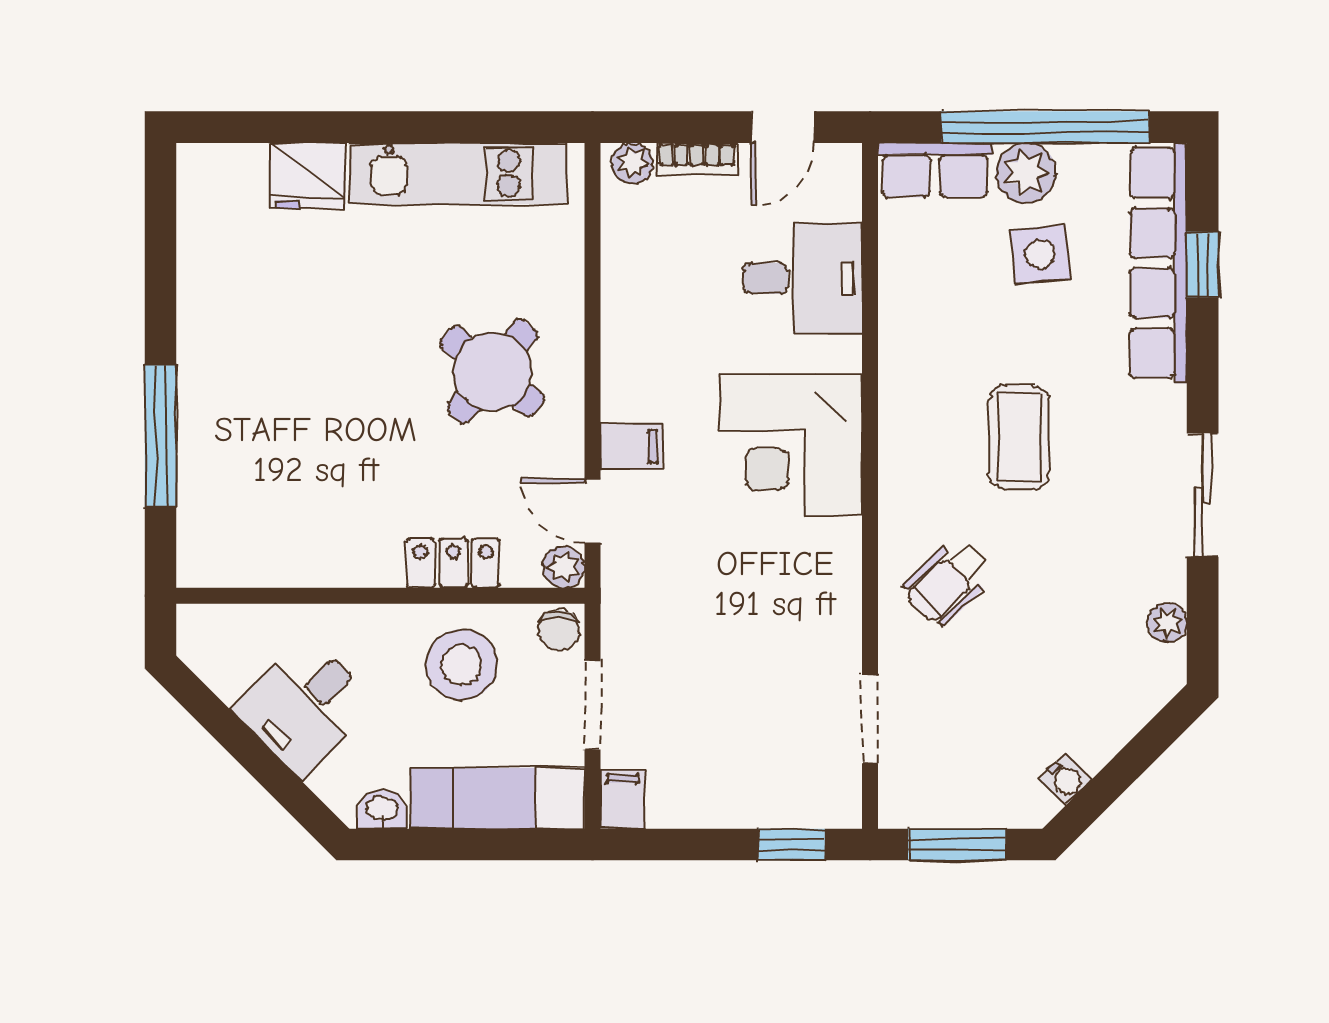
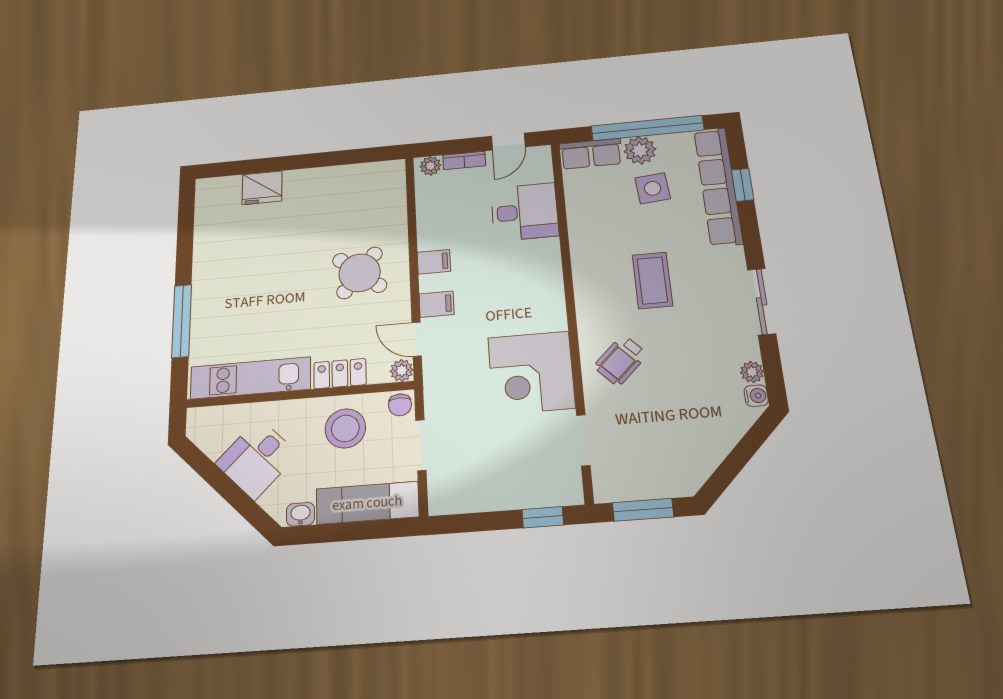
kitchen unit: (459, 173) -> (250, 378), moved, turned 180
corner desk: (791, 445) -> (531, 373), moved
water cooler: (1066, 779) -> (756, 396), moved, turned -45
filing cabinet: (623, 799) -> (434, 262), moved, turned 90

